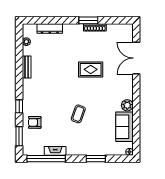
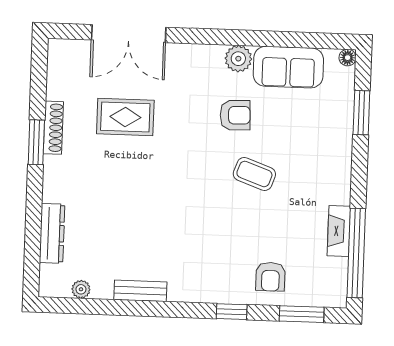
rug: (91, 69) -> (125, 117), moved, turned 90
armchair: (103, 105) -> (235, 115), added
window: (96, 159) -> (361, 113), moved

